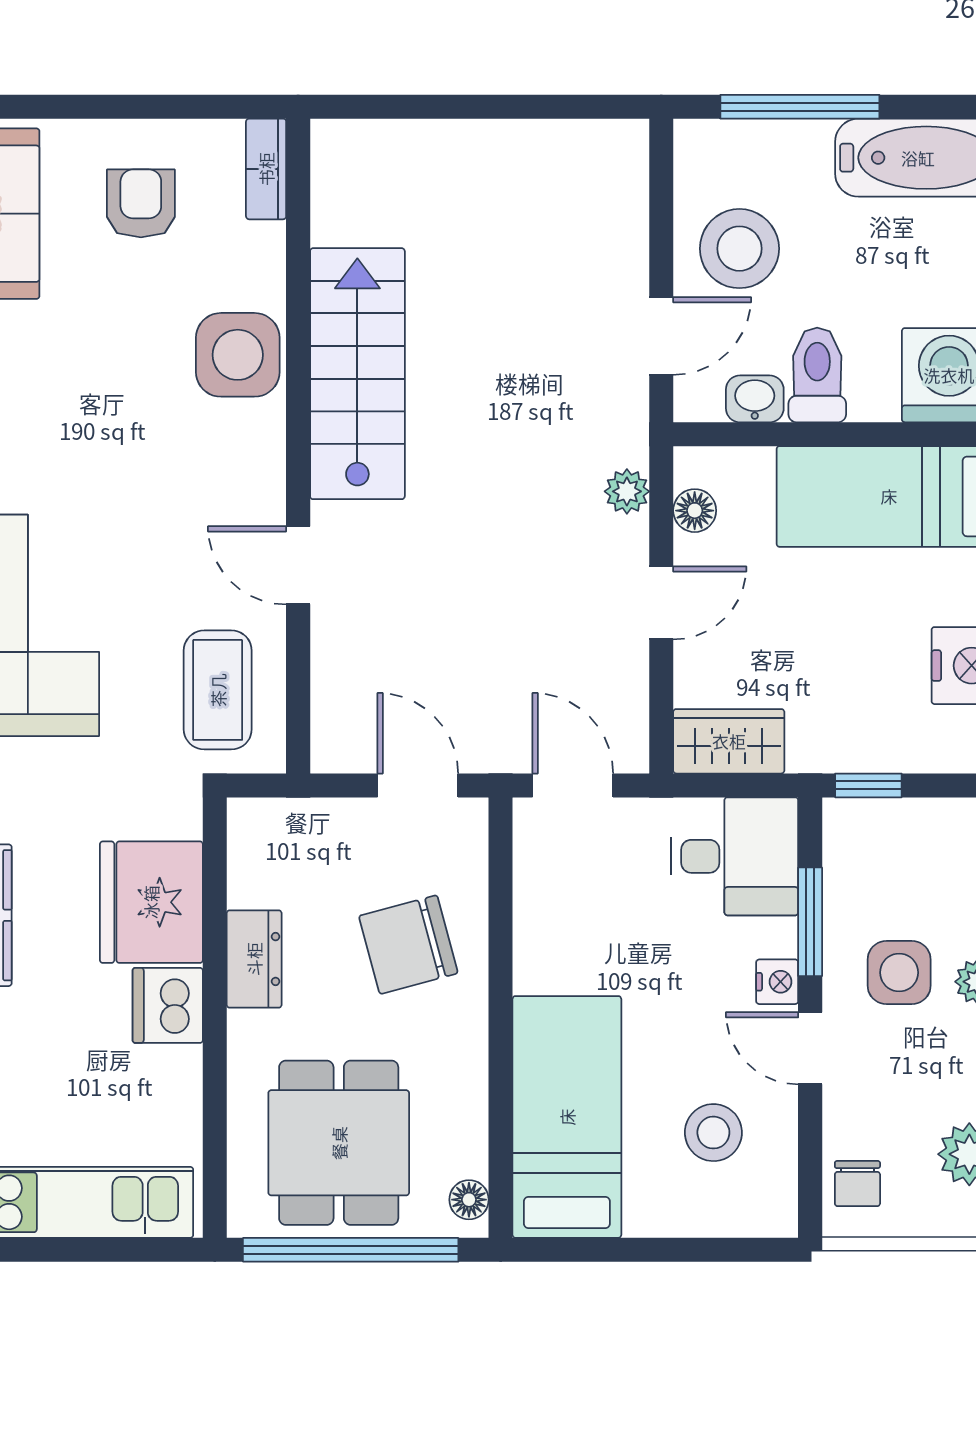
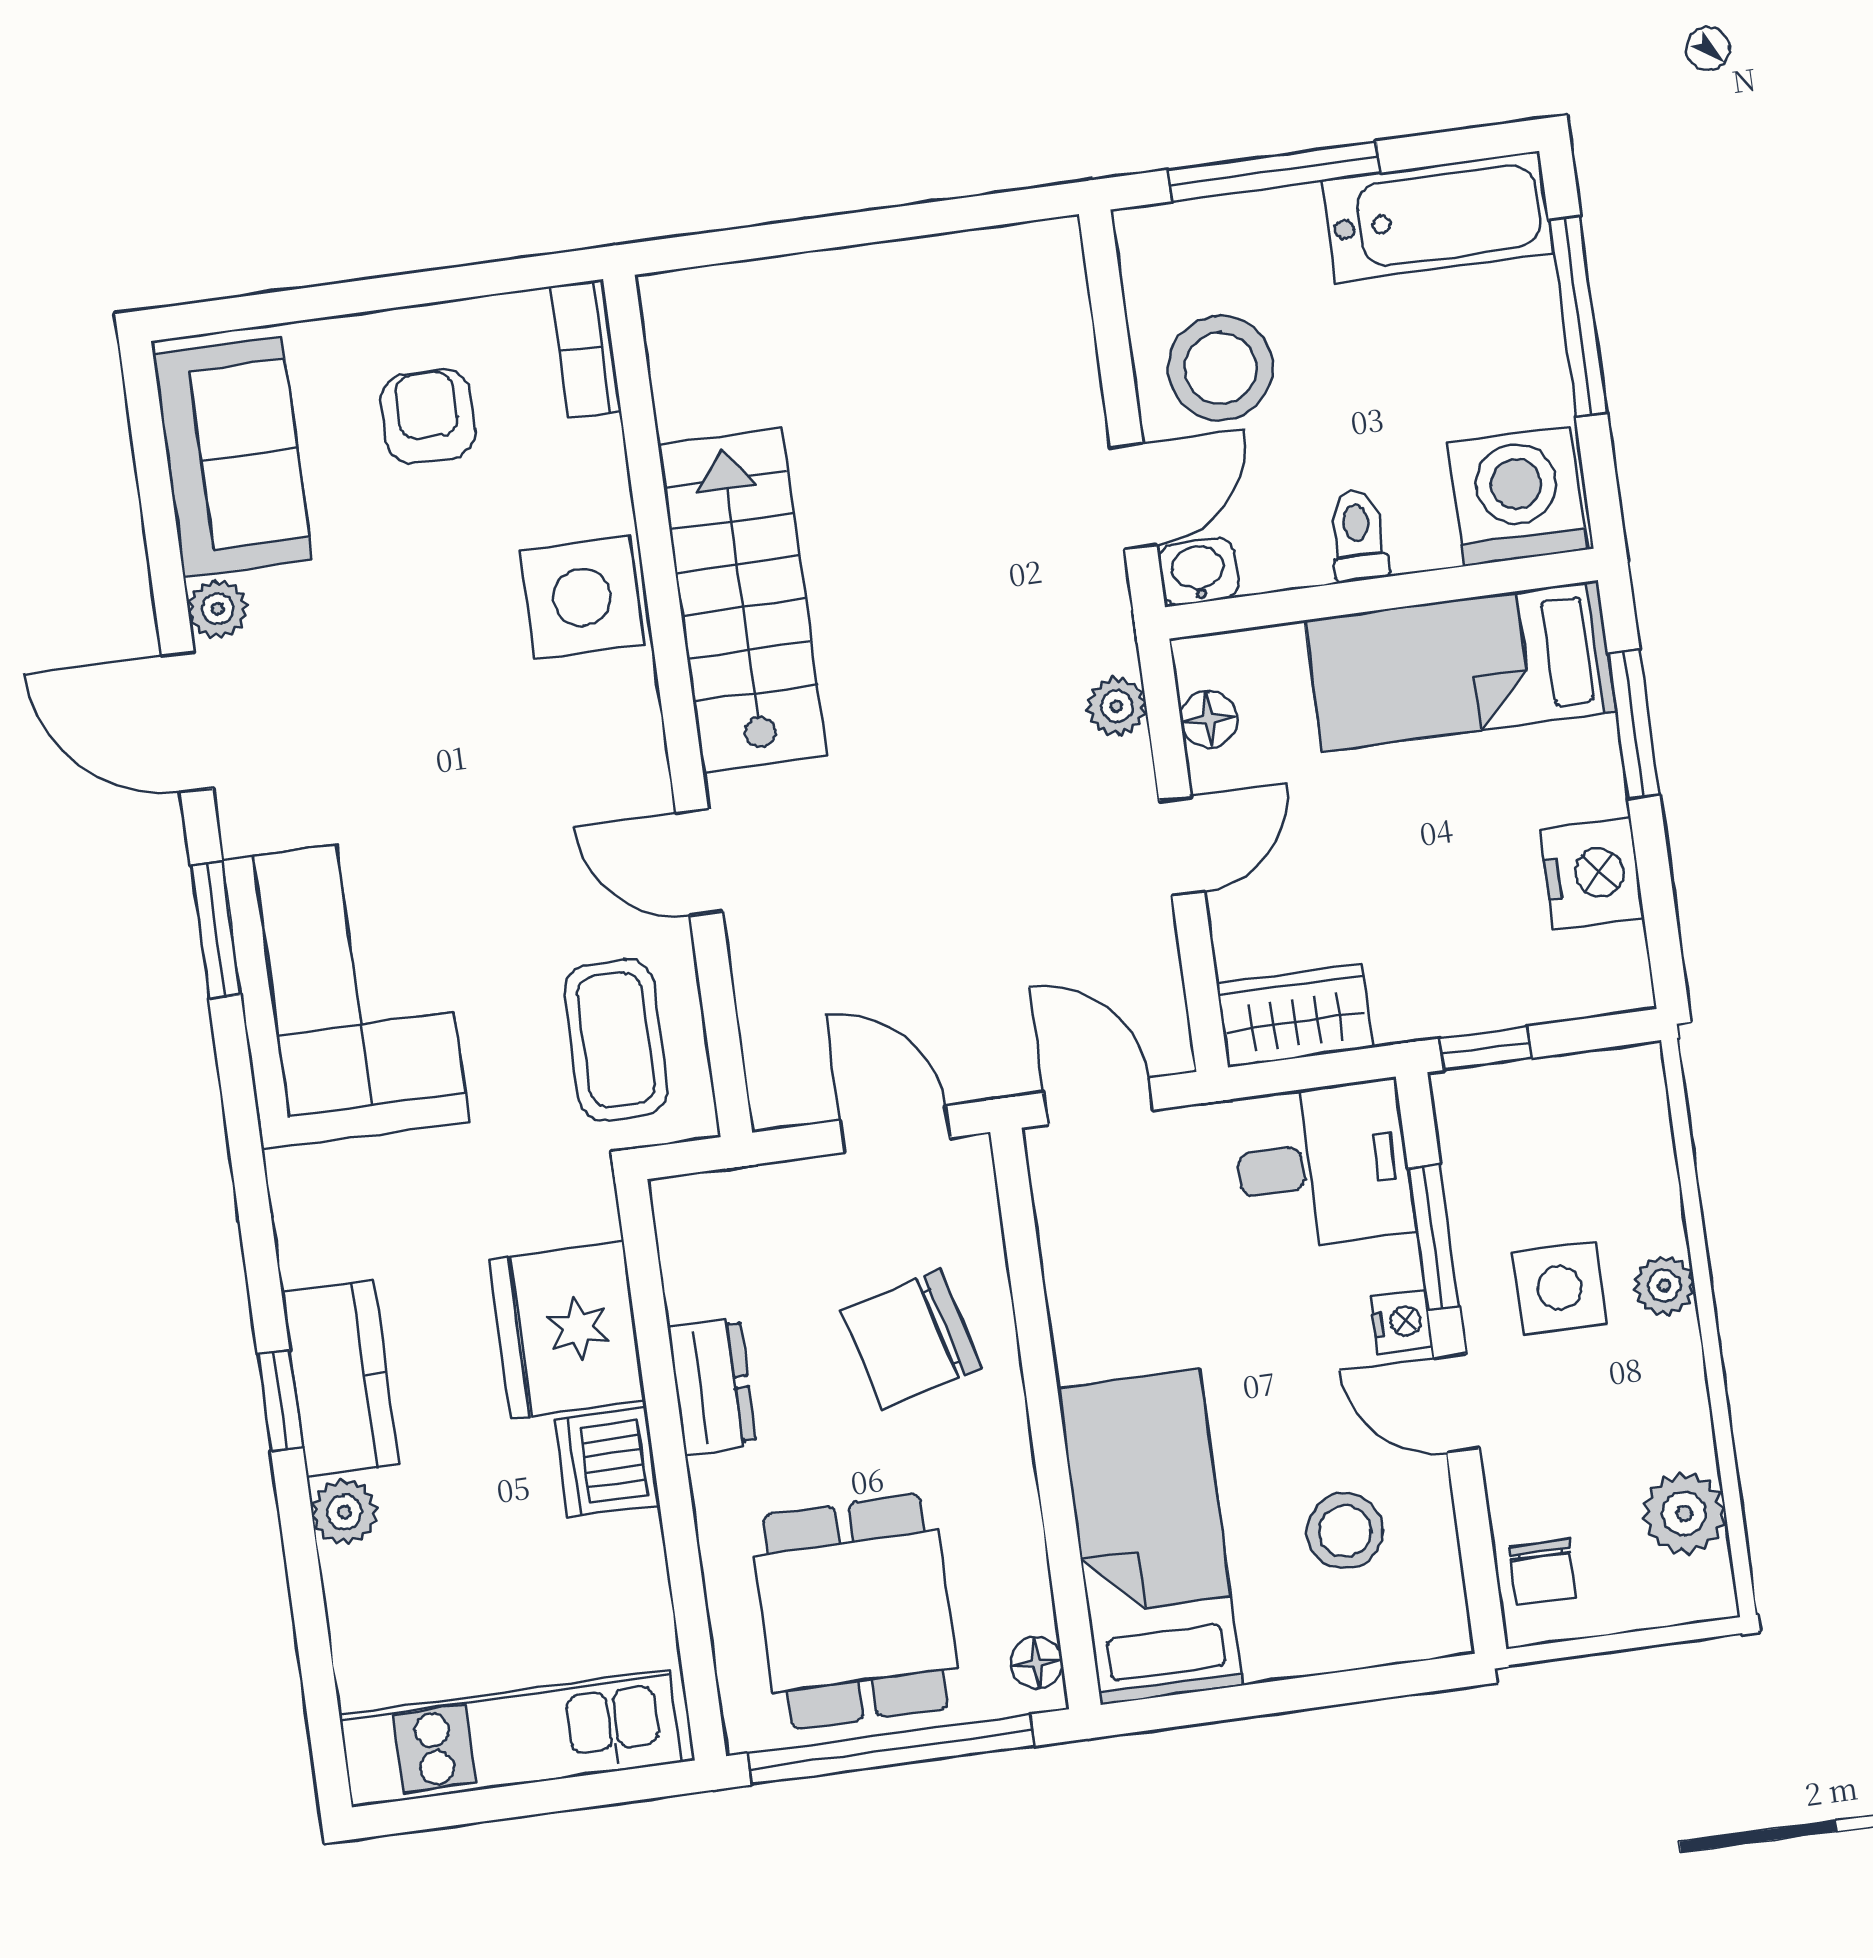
toilet: (817, 375) -> (1358, 535), width x0.73, depth x0.72
washbasin: (755, 399) -> (1198, 572), moved

